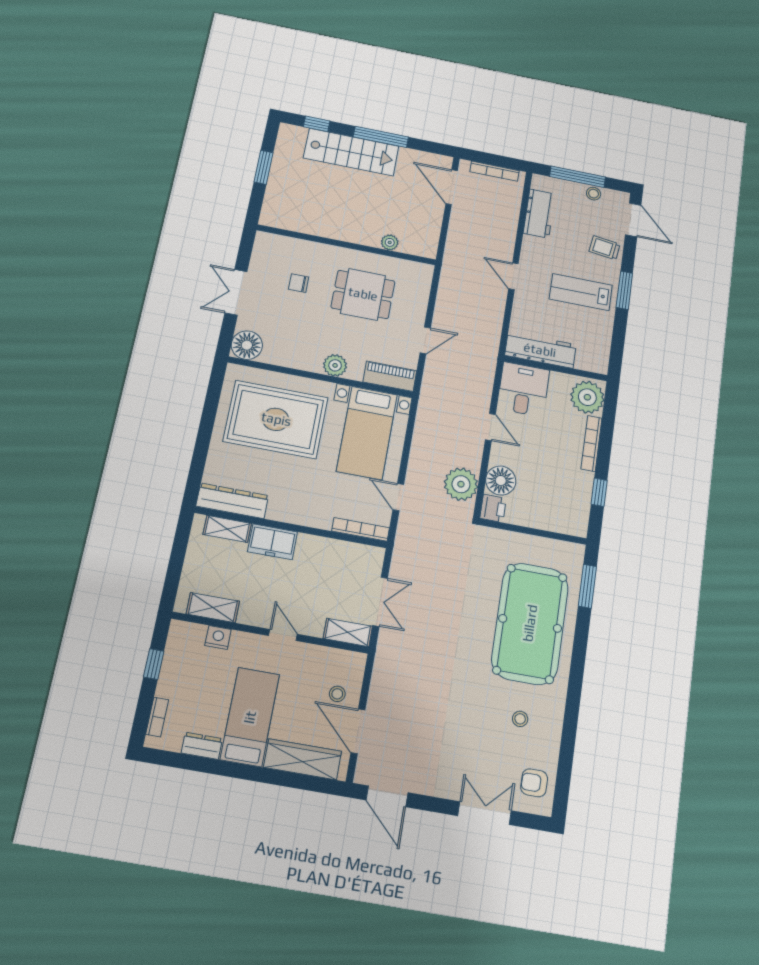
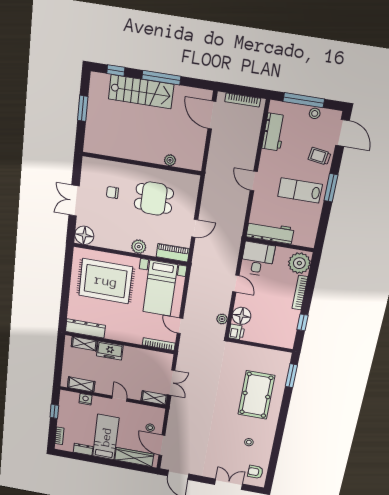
plant: (461, 484) -> (222, 319), width x0.53, depth x0.53
pool table: (530, 623) -> (256, 395), width x0.73, depth x0.76

